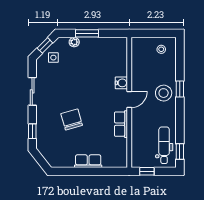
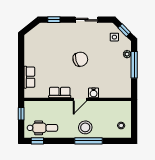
window: (87, 33) -> (134, 65), width x1.44
window: (180, 89) -> (89, 141), width x2.17
door: (129, 99) -> (80, 99), hinge flipped
chair: (72, 119) -> (80, 59), moved
row of seats: (88, 161) -> (29, 77), moved

